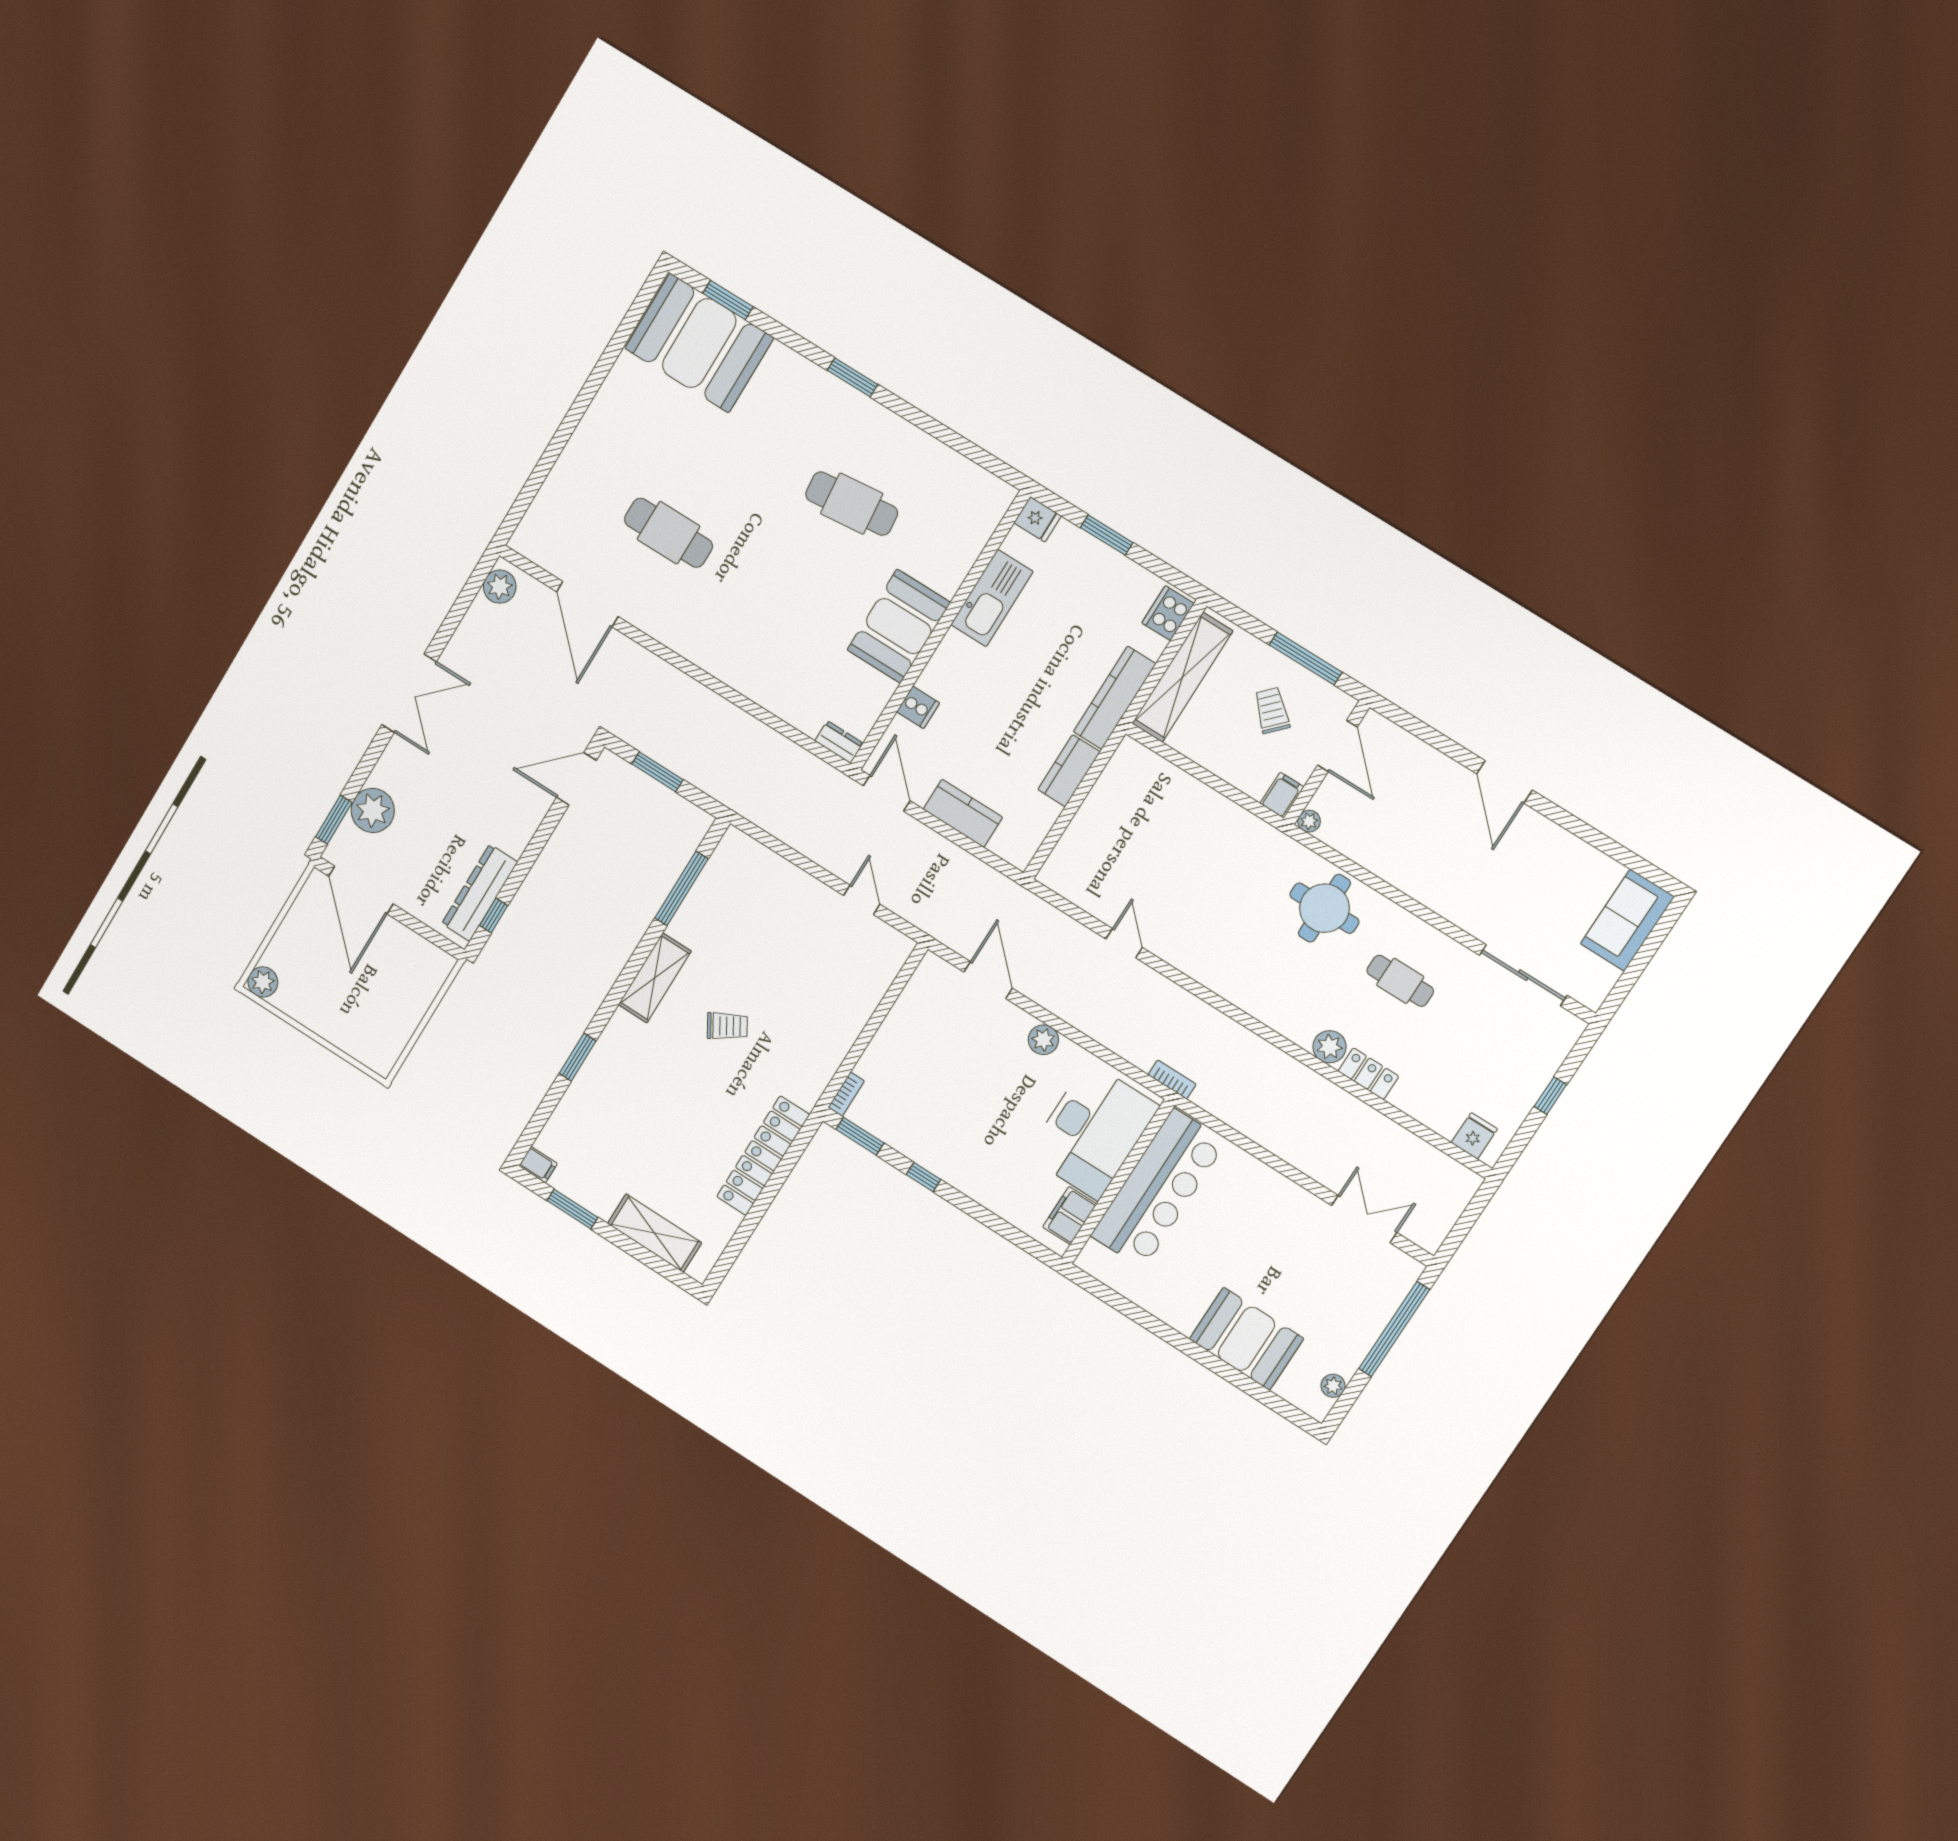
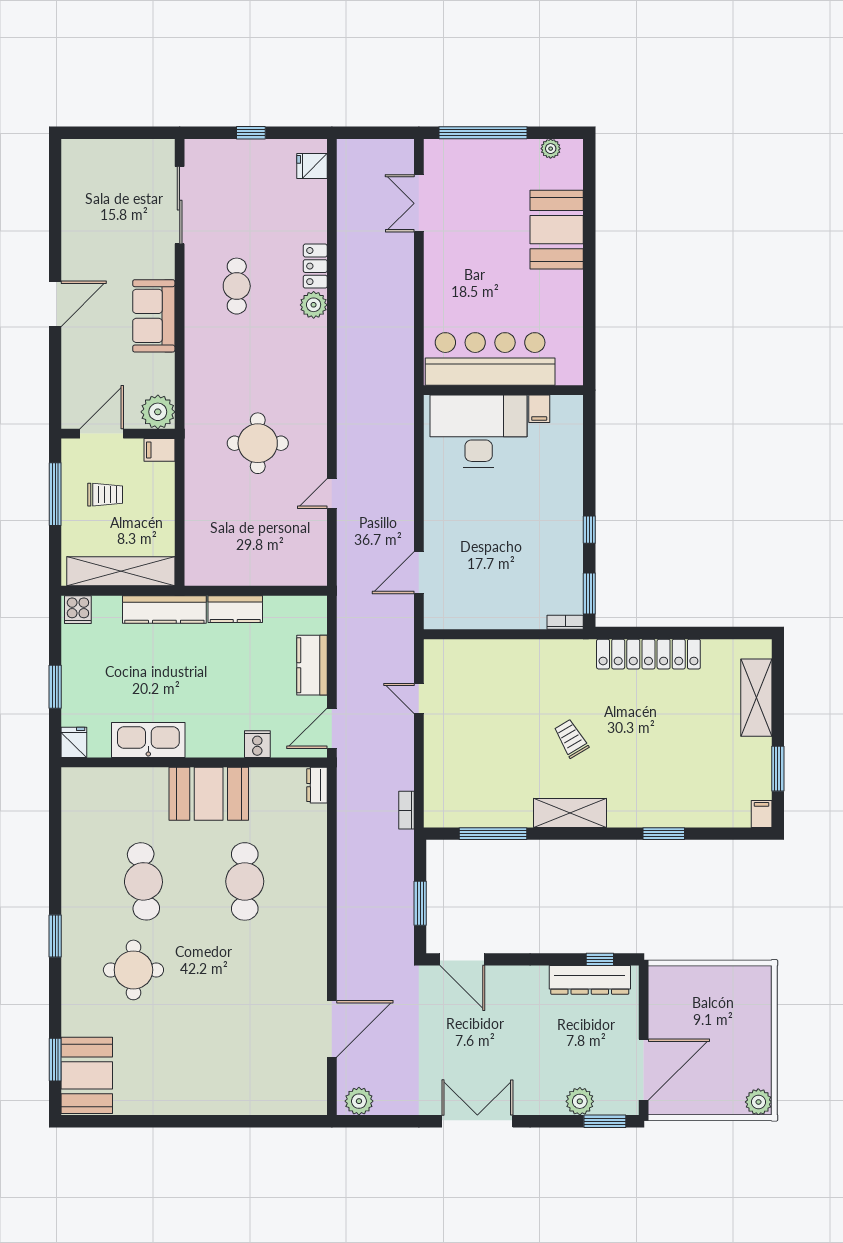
booth: (699, 343) -> (87, 1075), width x0.73, depth x0.70
round table: (769, 438) -> (133, 970), added
cafe table: (668, 533) -> (245, 881), moved
cooker: (1168, 613) -> (78, 610), width x0.73
trolley: (1272, 710) -> (105, 495), turned -134
plant: (373, 810) -> (580, 1101), width x0.73, depth x0.73
plant: (1309, 821) -> (158, 412), width x1.87, depth x1.87
door: (862, 900) -> (419, 698), hinge flipped
round table: (1324, 908) -> (258, 443), moved
sofa: (1627, 920) -> (154, 316), moved, turned 90
plant: (1043, 1040) -> (436, 507), removed
bookcase: (1172, 1079) -> (406, 810), moved
filing cabinet: (1070, 1216) -> (539, 409), width x0.50

